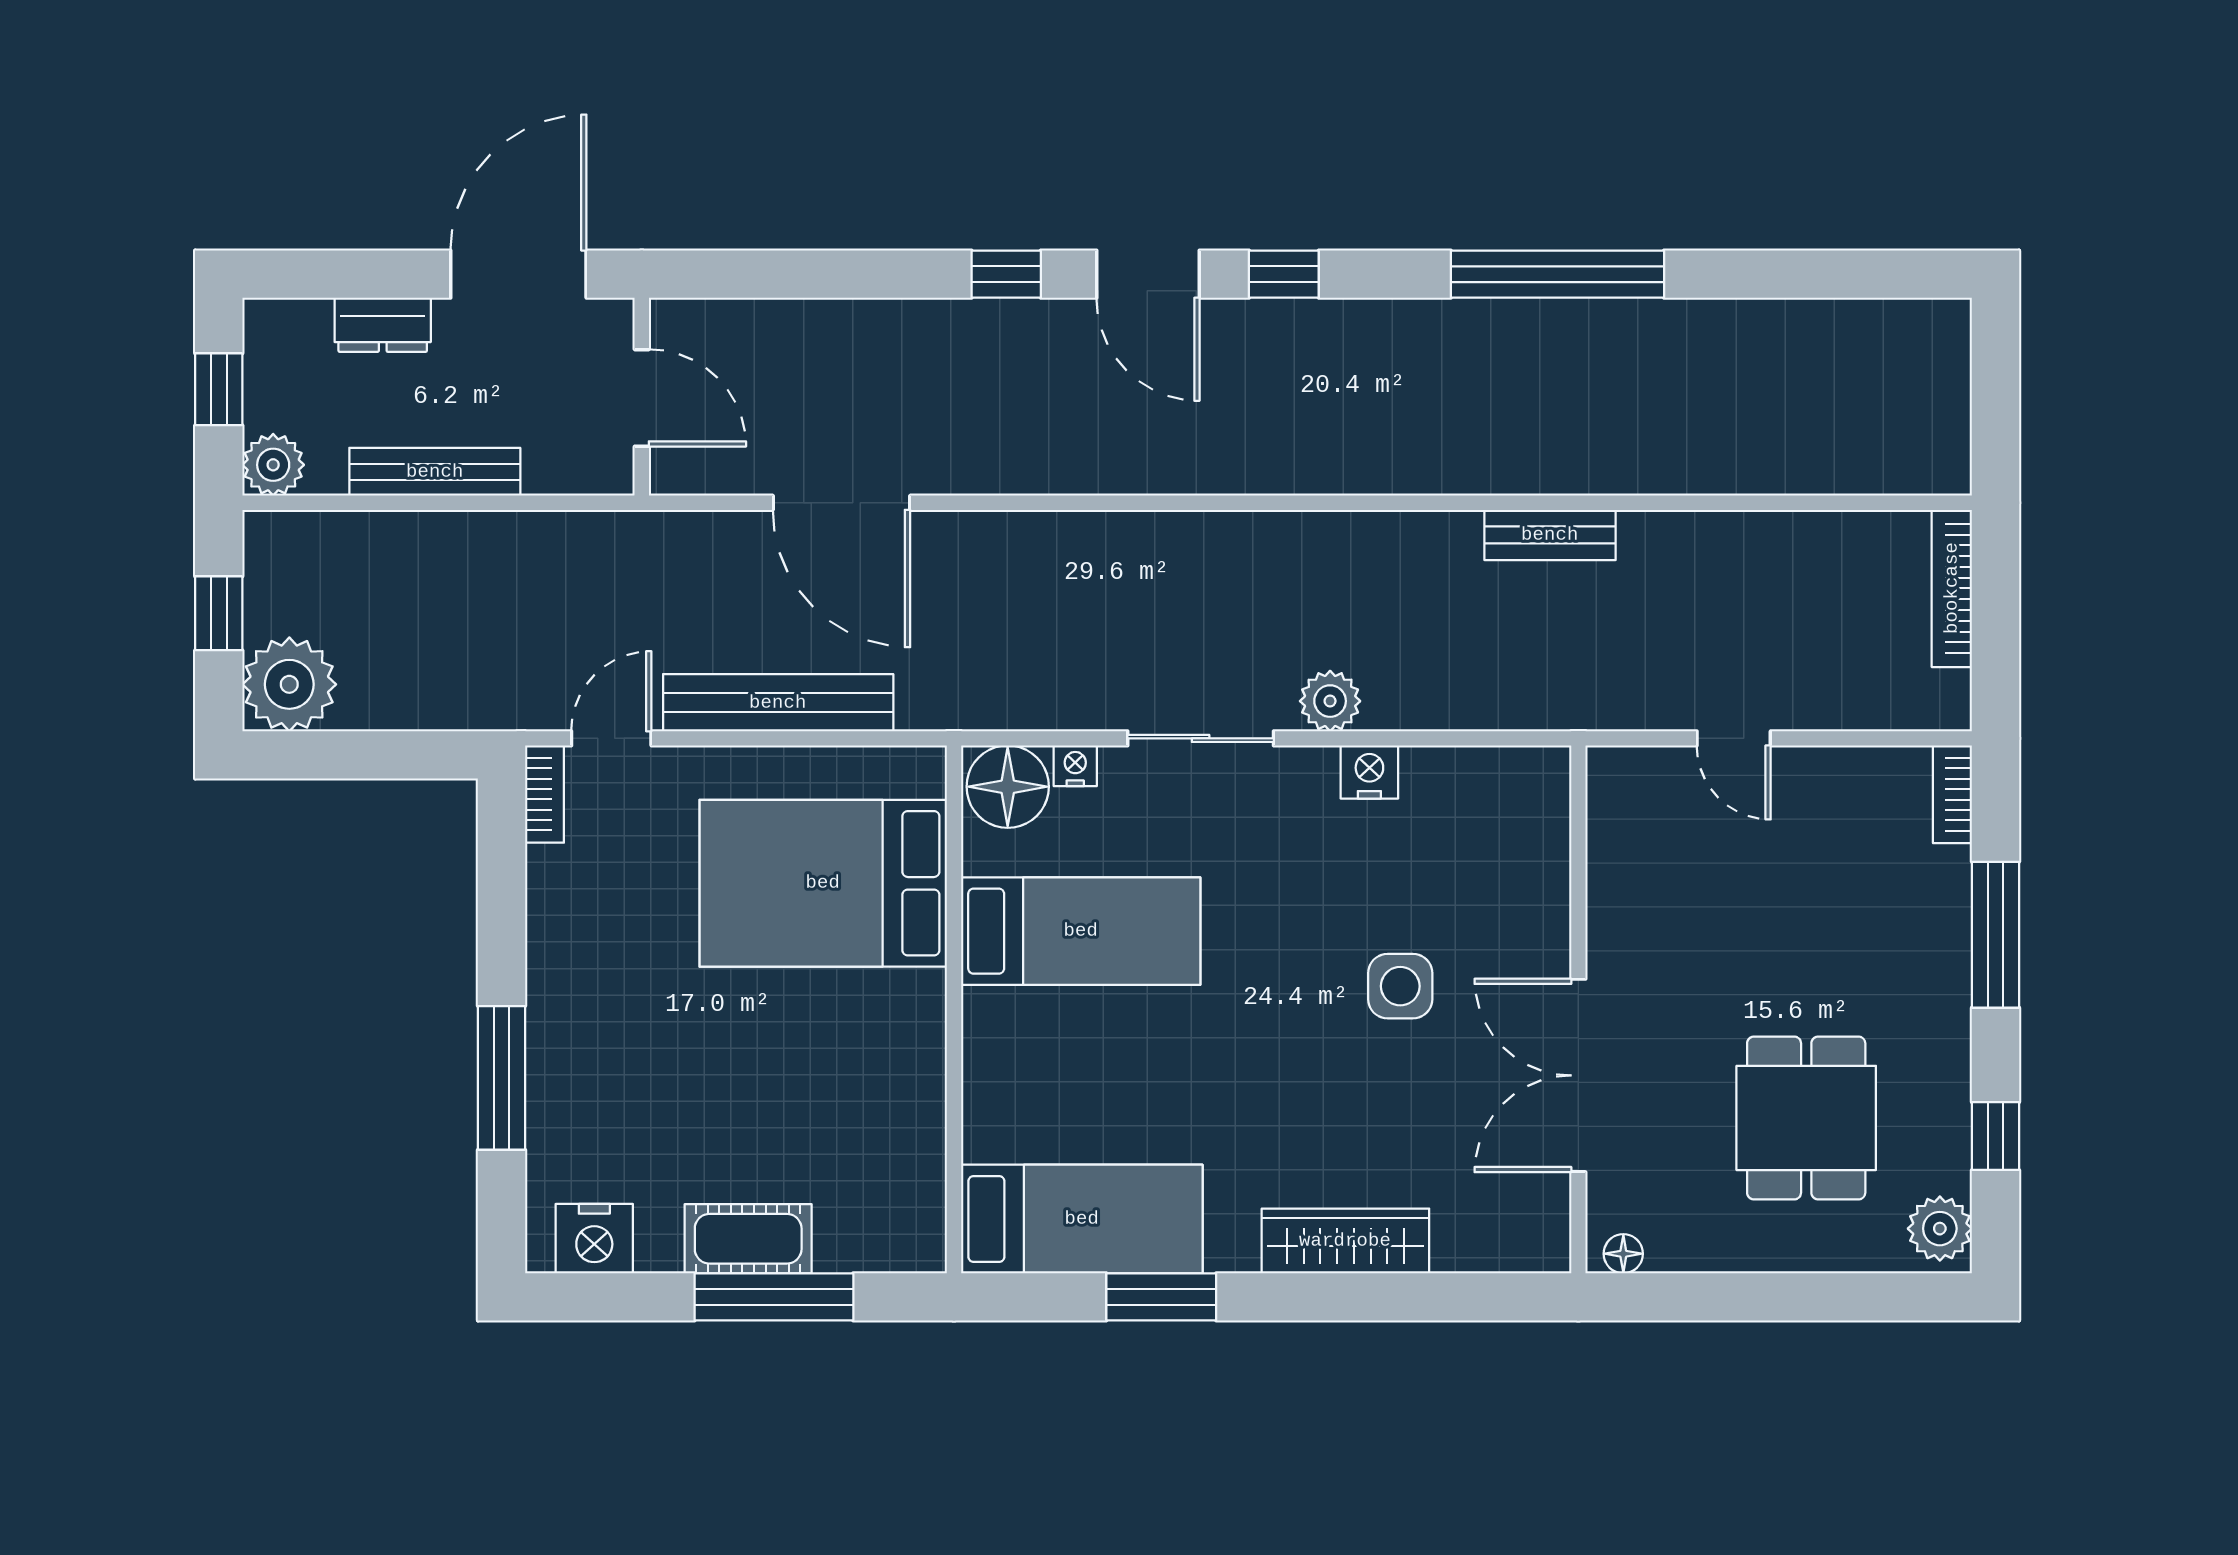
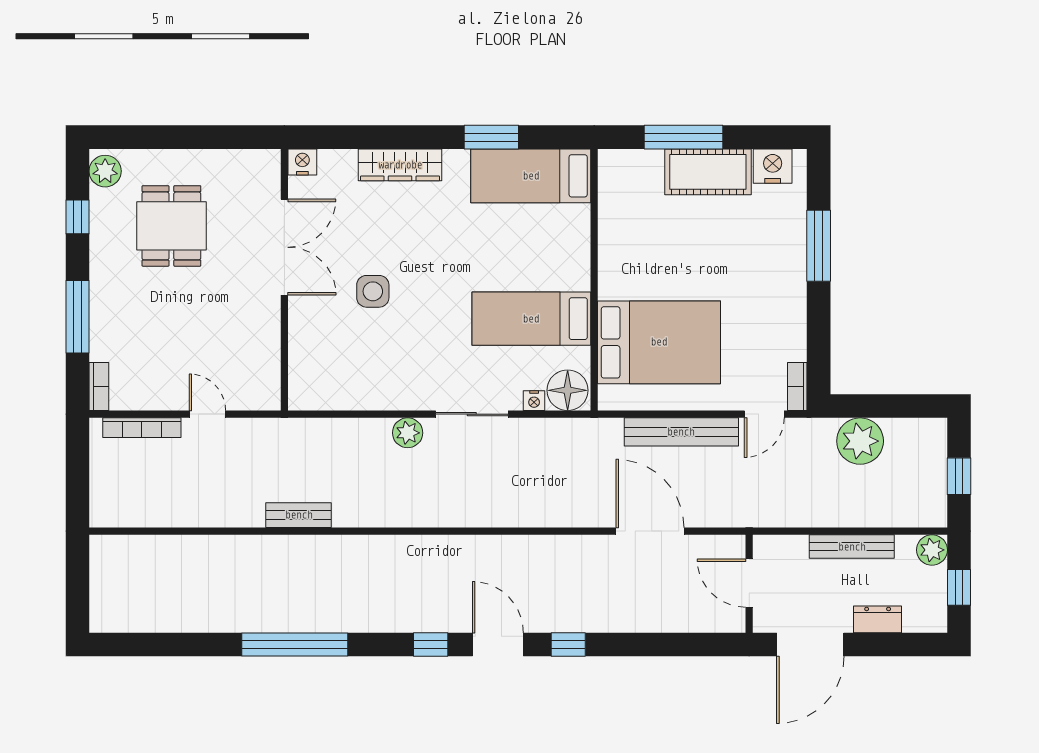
bookcase: (1952, 588) -> (142, 428), moved, turned 90
plant: (289, 684) -> (860, 441), moved
nightstand: (1369, 772) -> (302, 162), moved, turned 180
cot: (748, 1239) -> (708, 172), width x1.37, depth x1.34
floor lamp: (1623, 1254) -> (262, 159), removed

